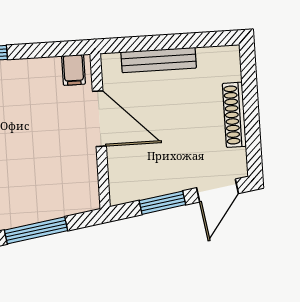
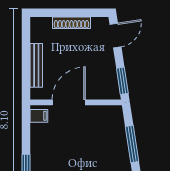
door: (218, 191) -> (115, 36), hinge flipped
window: (162, 203) -> (122, 81), moved

